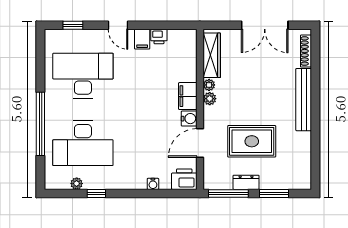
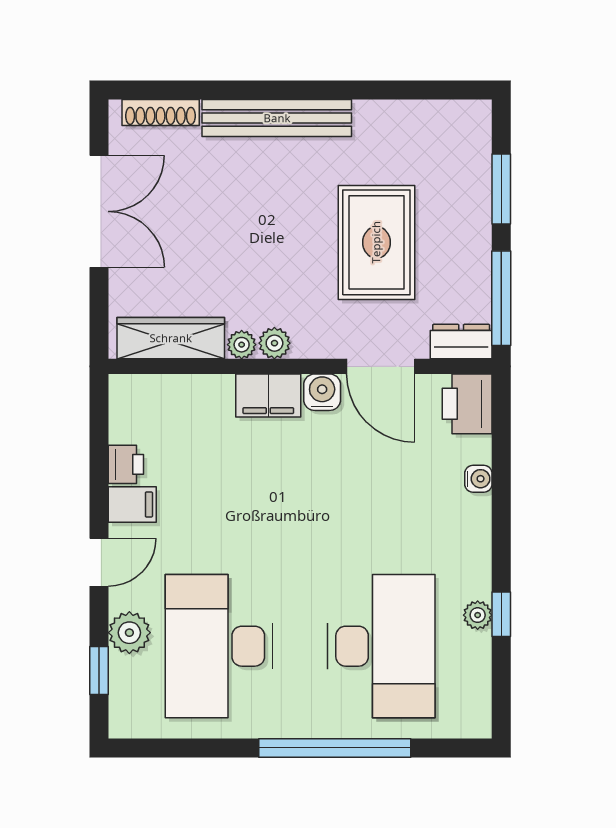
plant: (89, 38) -> (129, 633), added
dresser: (246, 182) -> (461, 342), moved, turned 90
plant: (77, 184) -> (478, 615), moved

